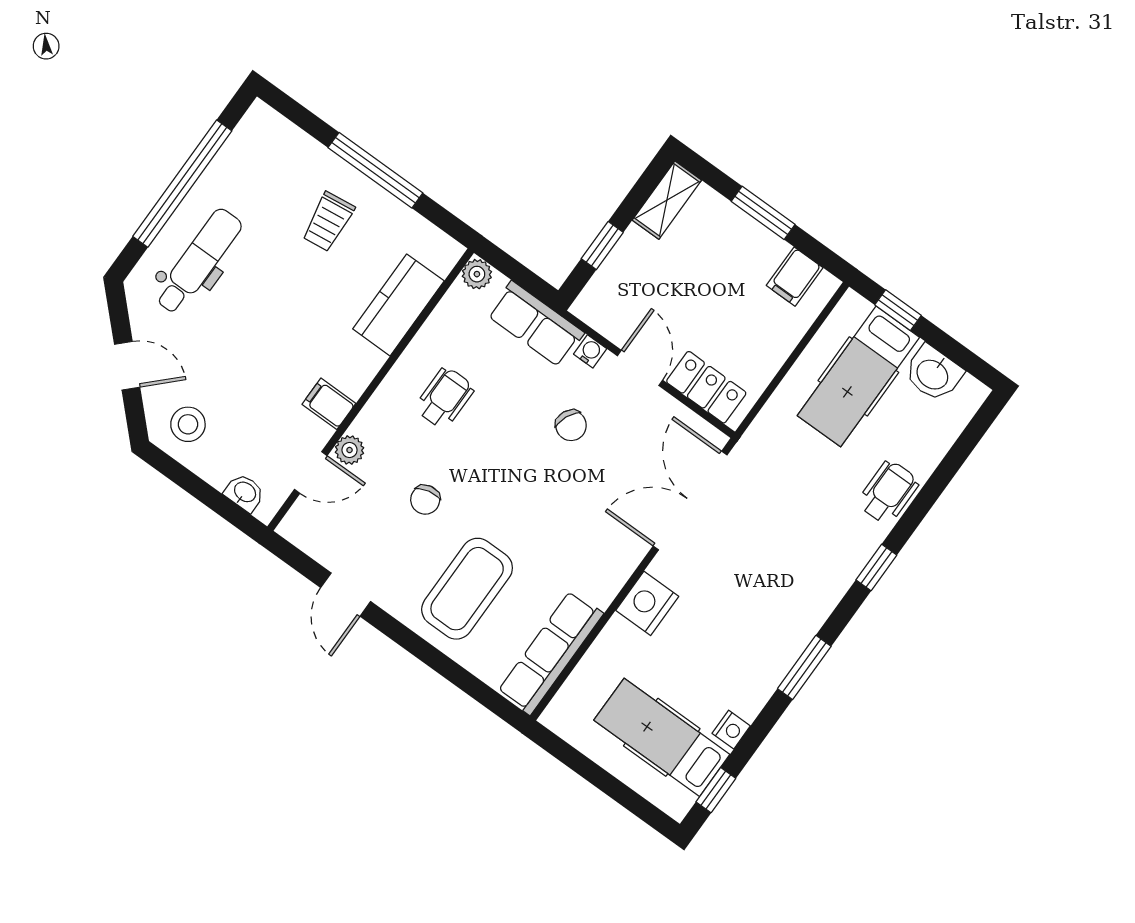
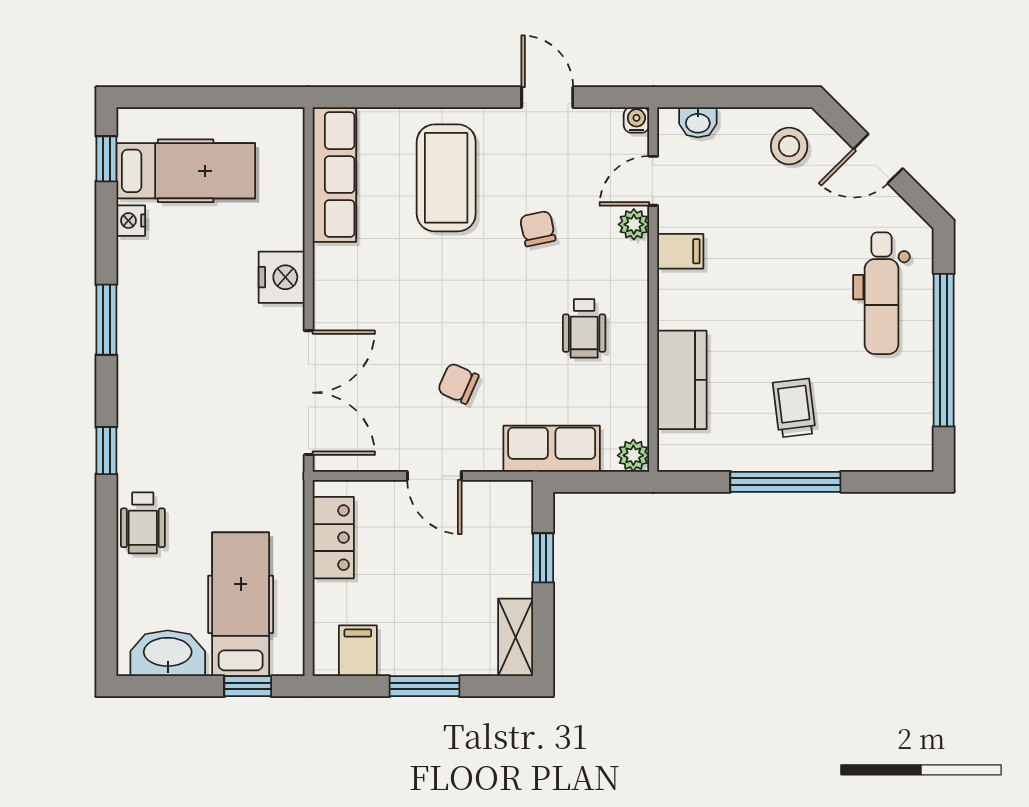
water cooler: (590, 351) -> (636, 120), moved, turned 180
washbasin: (933, 374) -> (168, 653), width x1.38
locker: (706, 387) -> (333, 538), moved, turned -90

